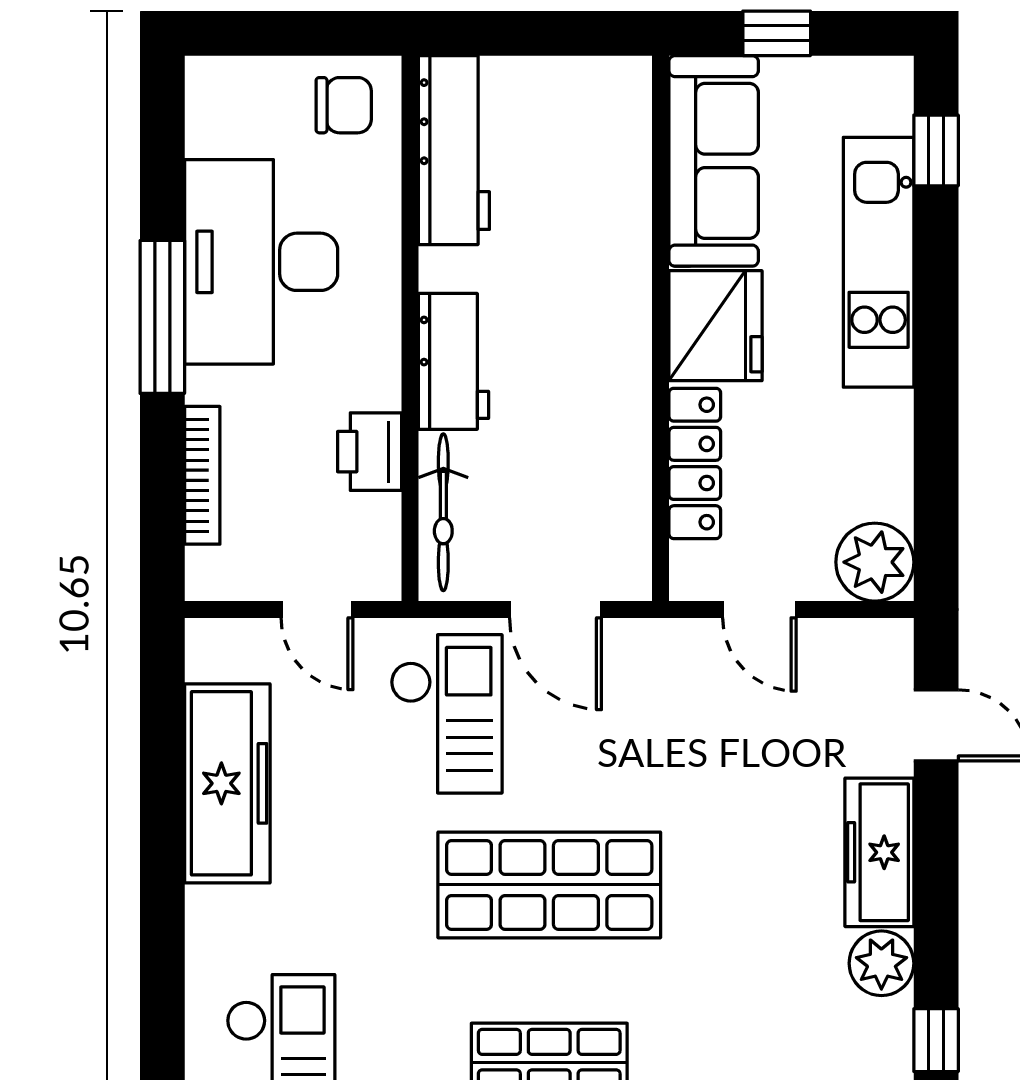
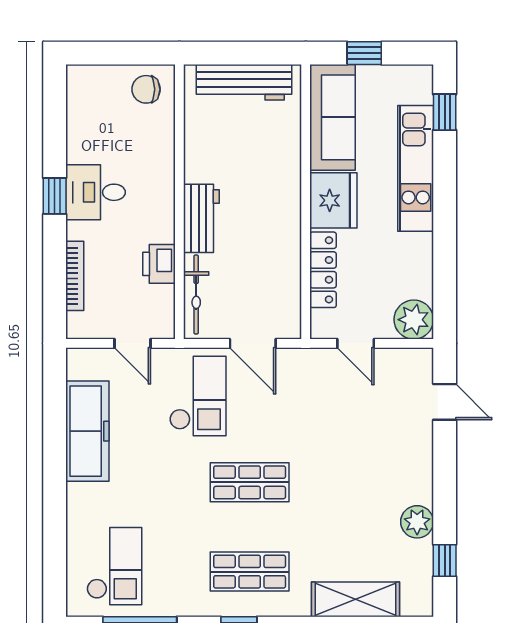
chair: (344, 105) -> (146, 89), turned 180
workbench: (454, 150) -> (244, 82), moved, turned 90
desk: (261, 262) -> (96, 192), width x0.53, depth x0.77
window: (162, 317) -> (55, 196), width x0.46
freezer: (879, 852) -> (416, 466), removed
shop shelf: (549, 885) -> (250, 482), width x0.70, depth x0.74

